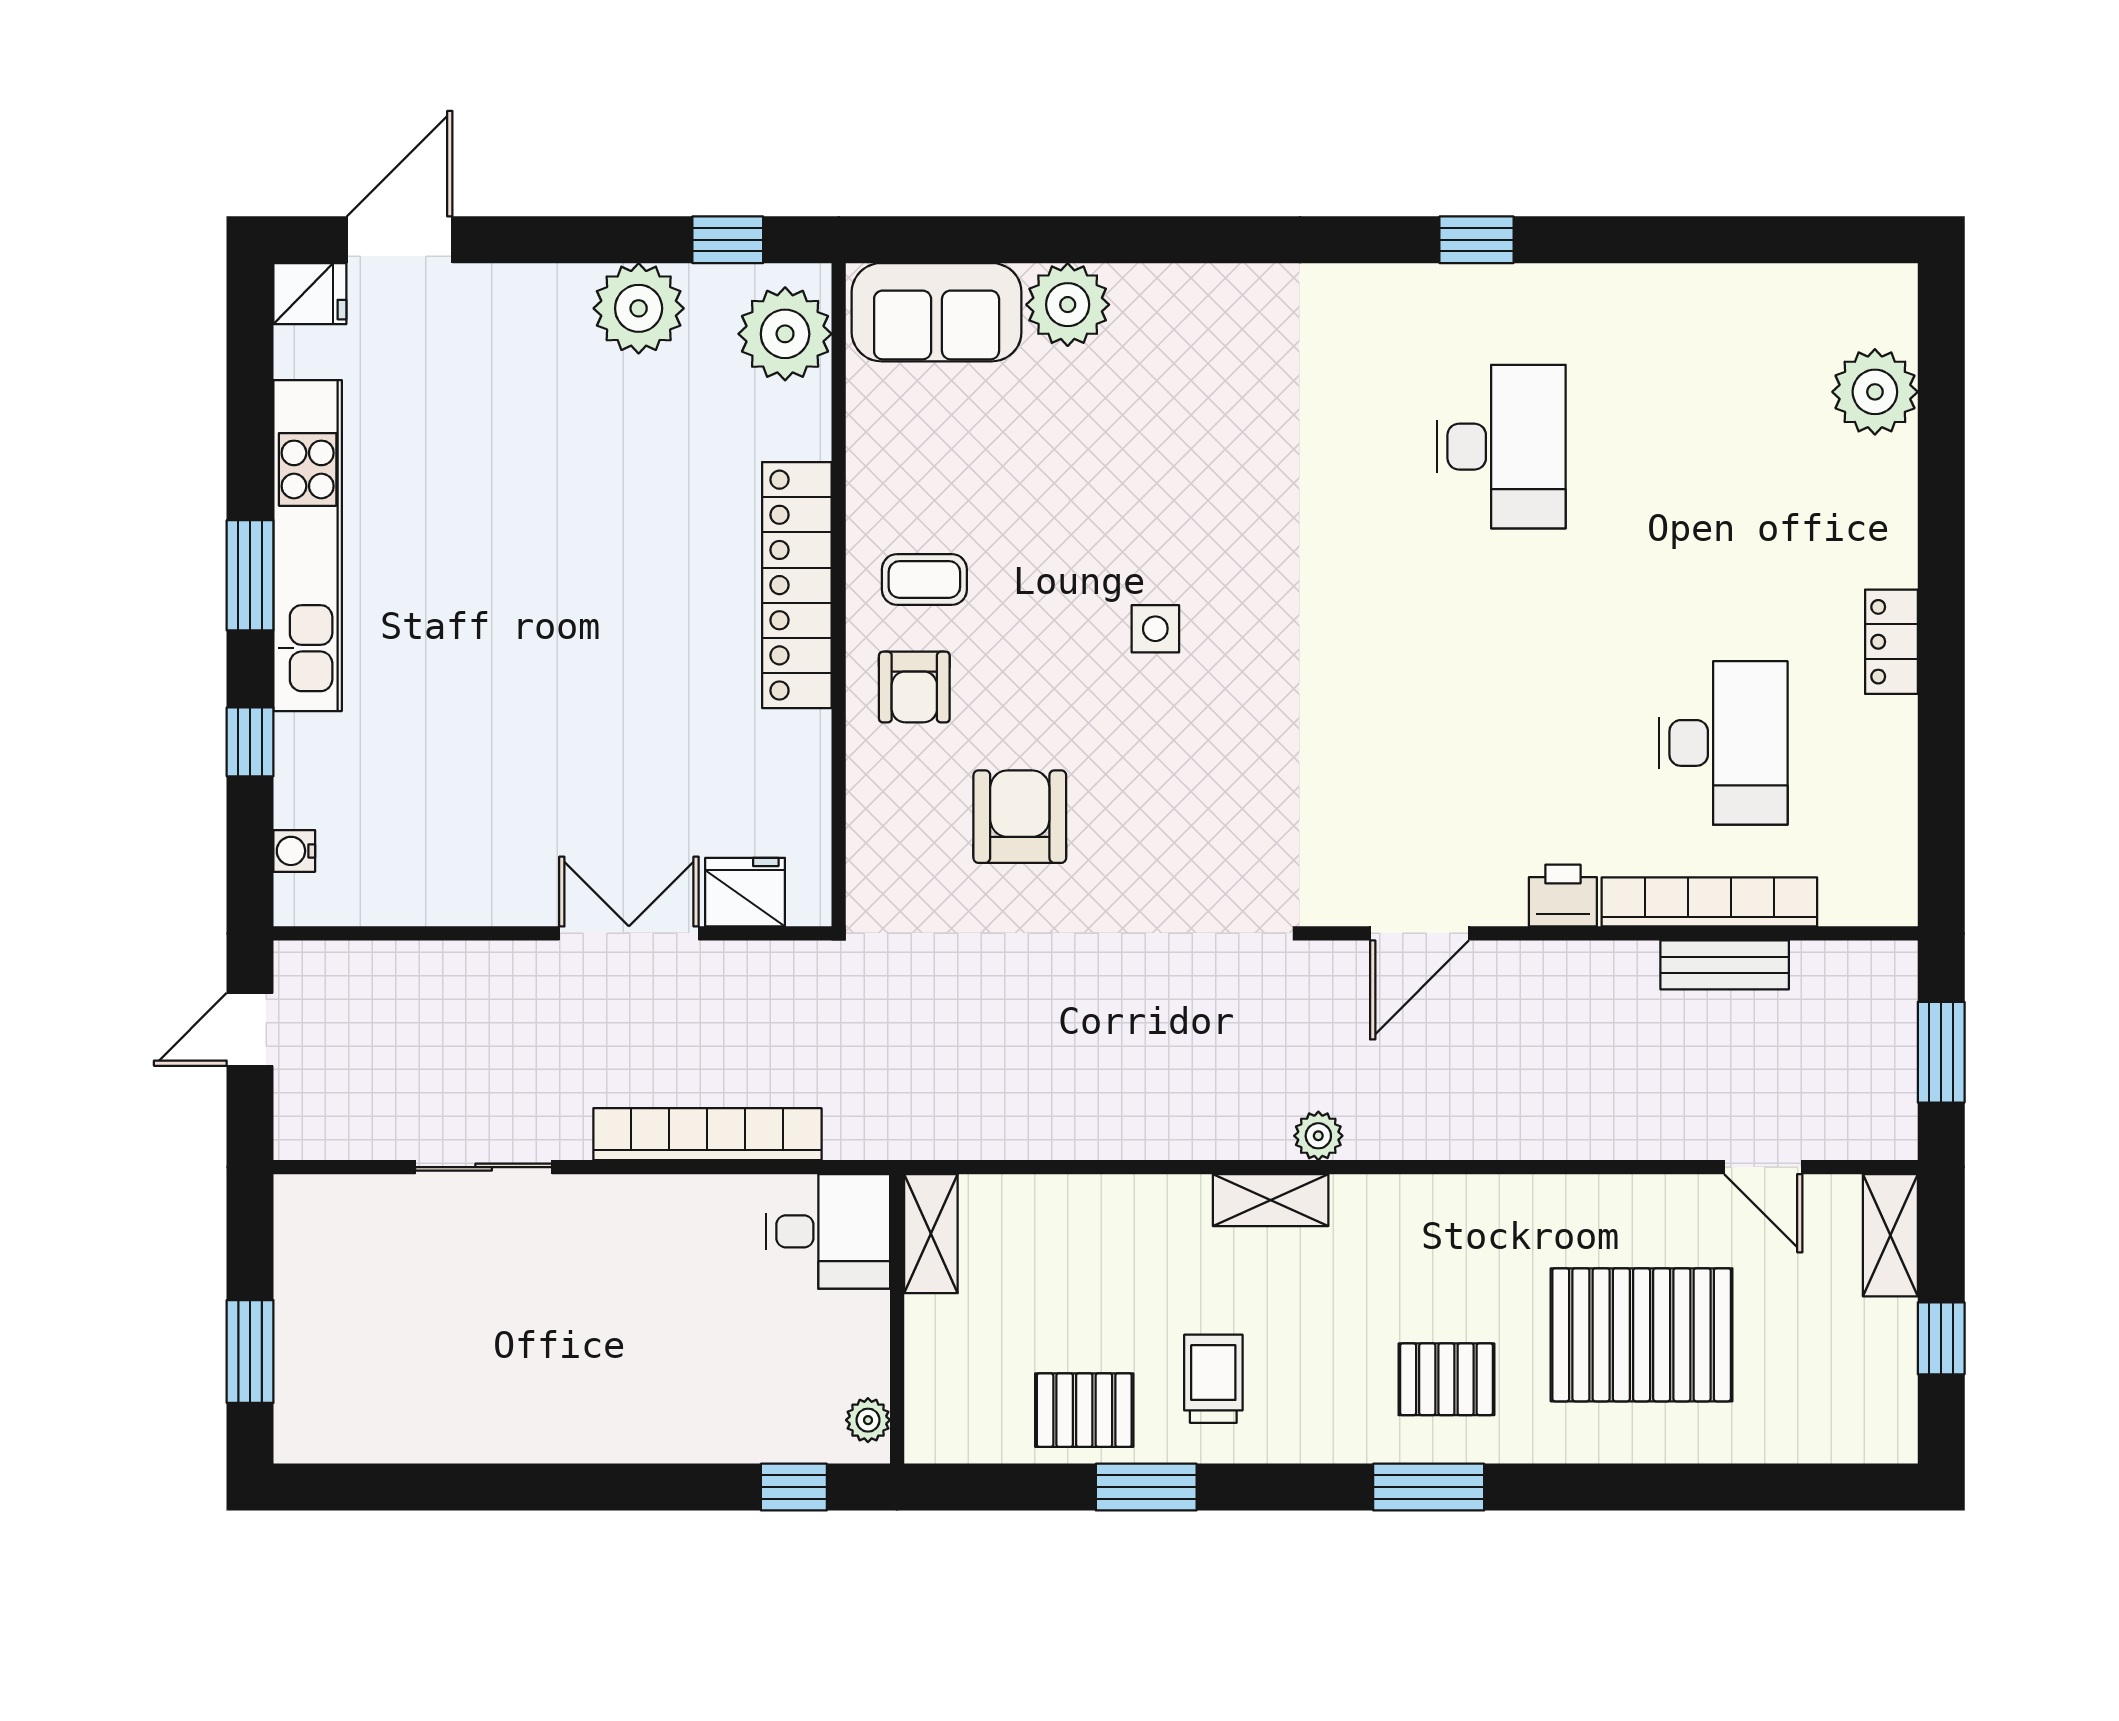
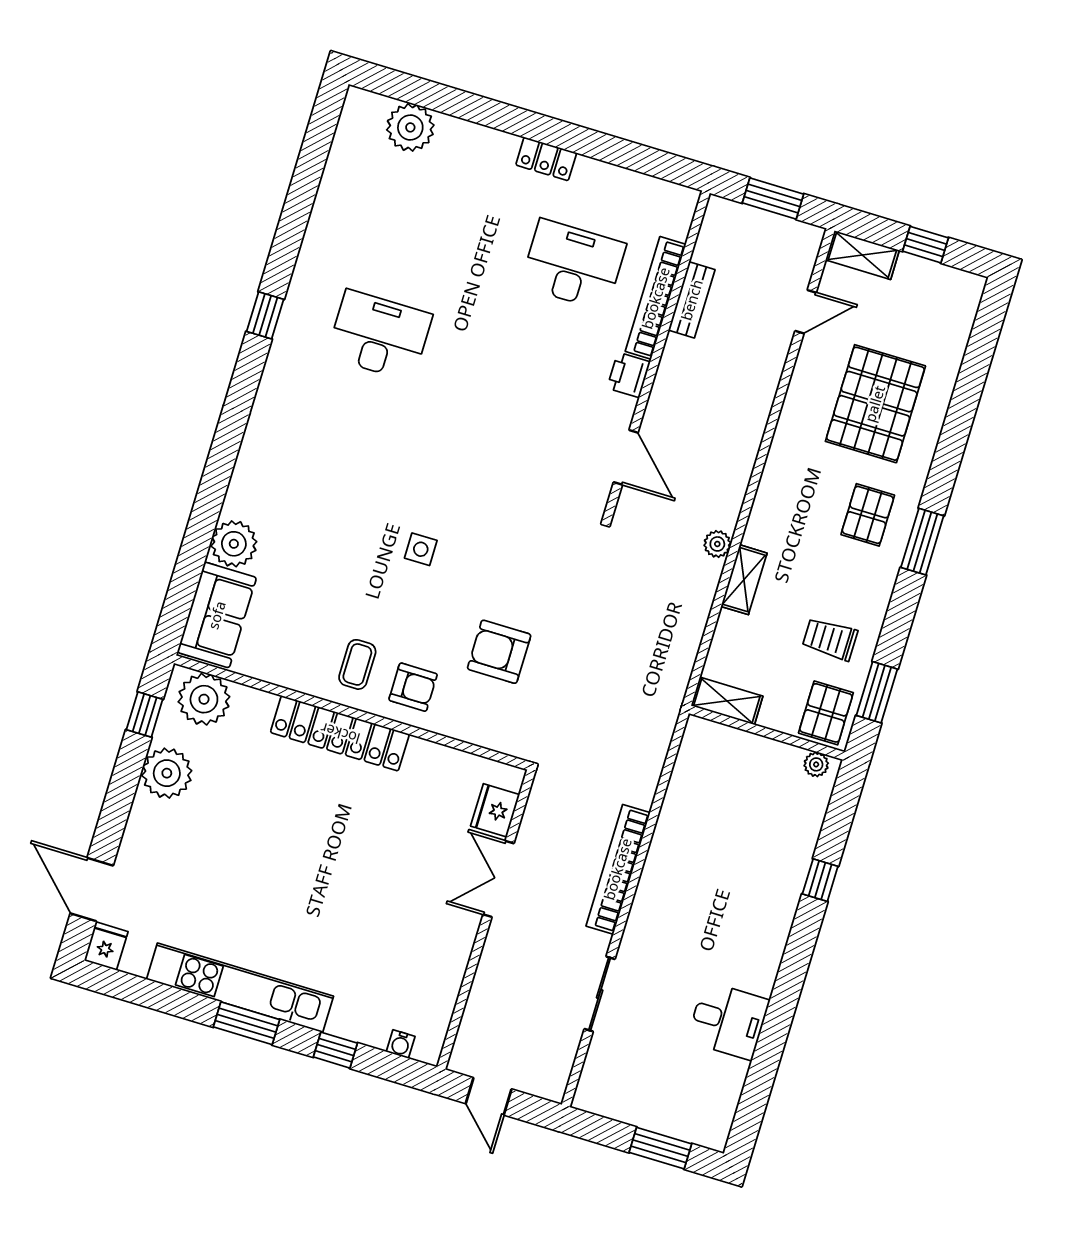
desk: (828, 1231) -> (728, 1021), moved, turned 90
shelving: (931, 1234) -> (727, 701), moved
wall: (897, 1319) -> (767, 733), moved
plant: (868, 1420) -> (816, 764), moved

